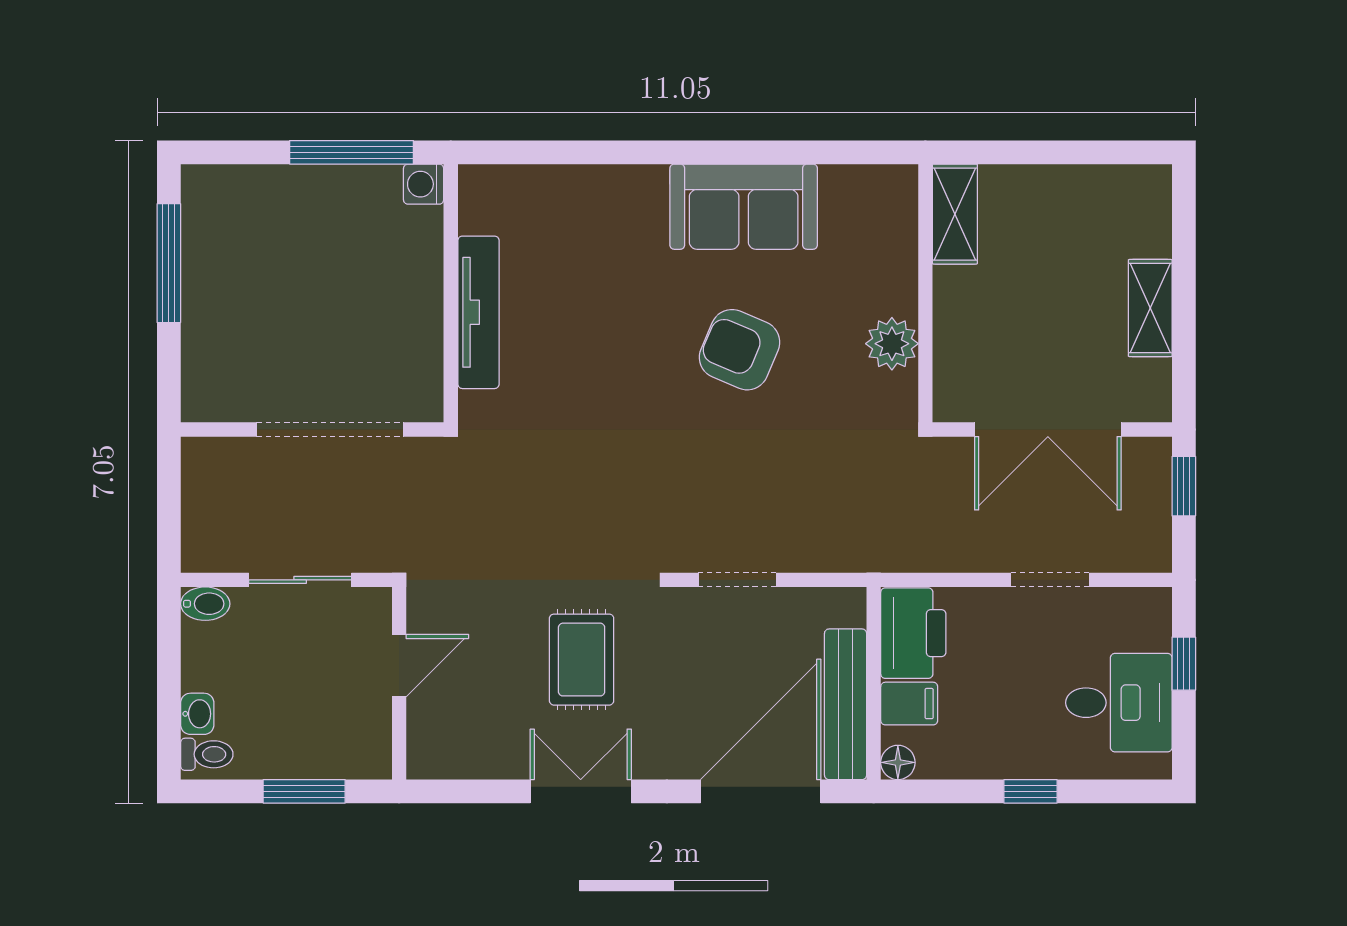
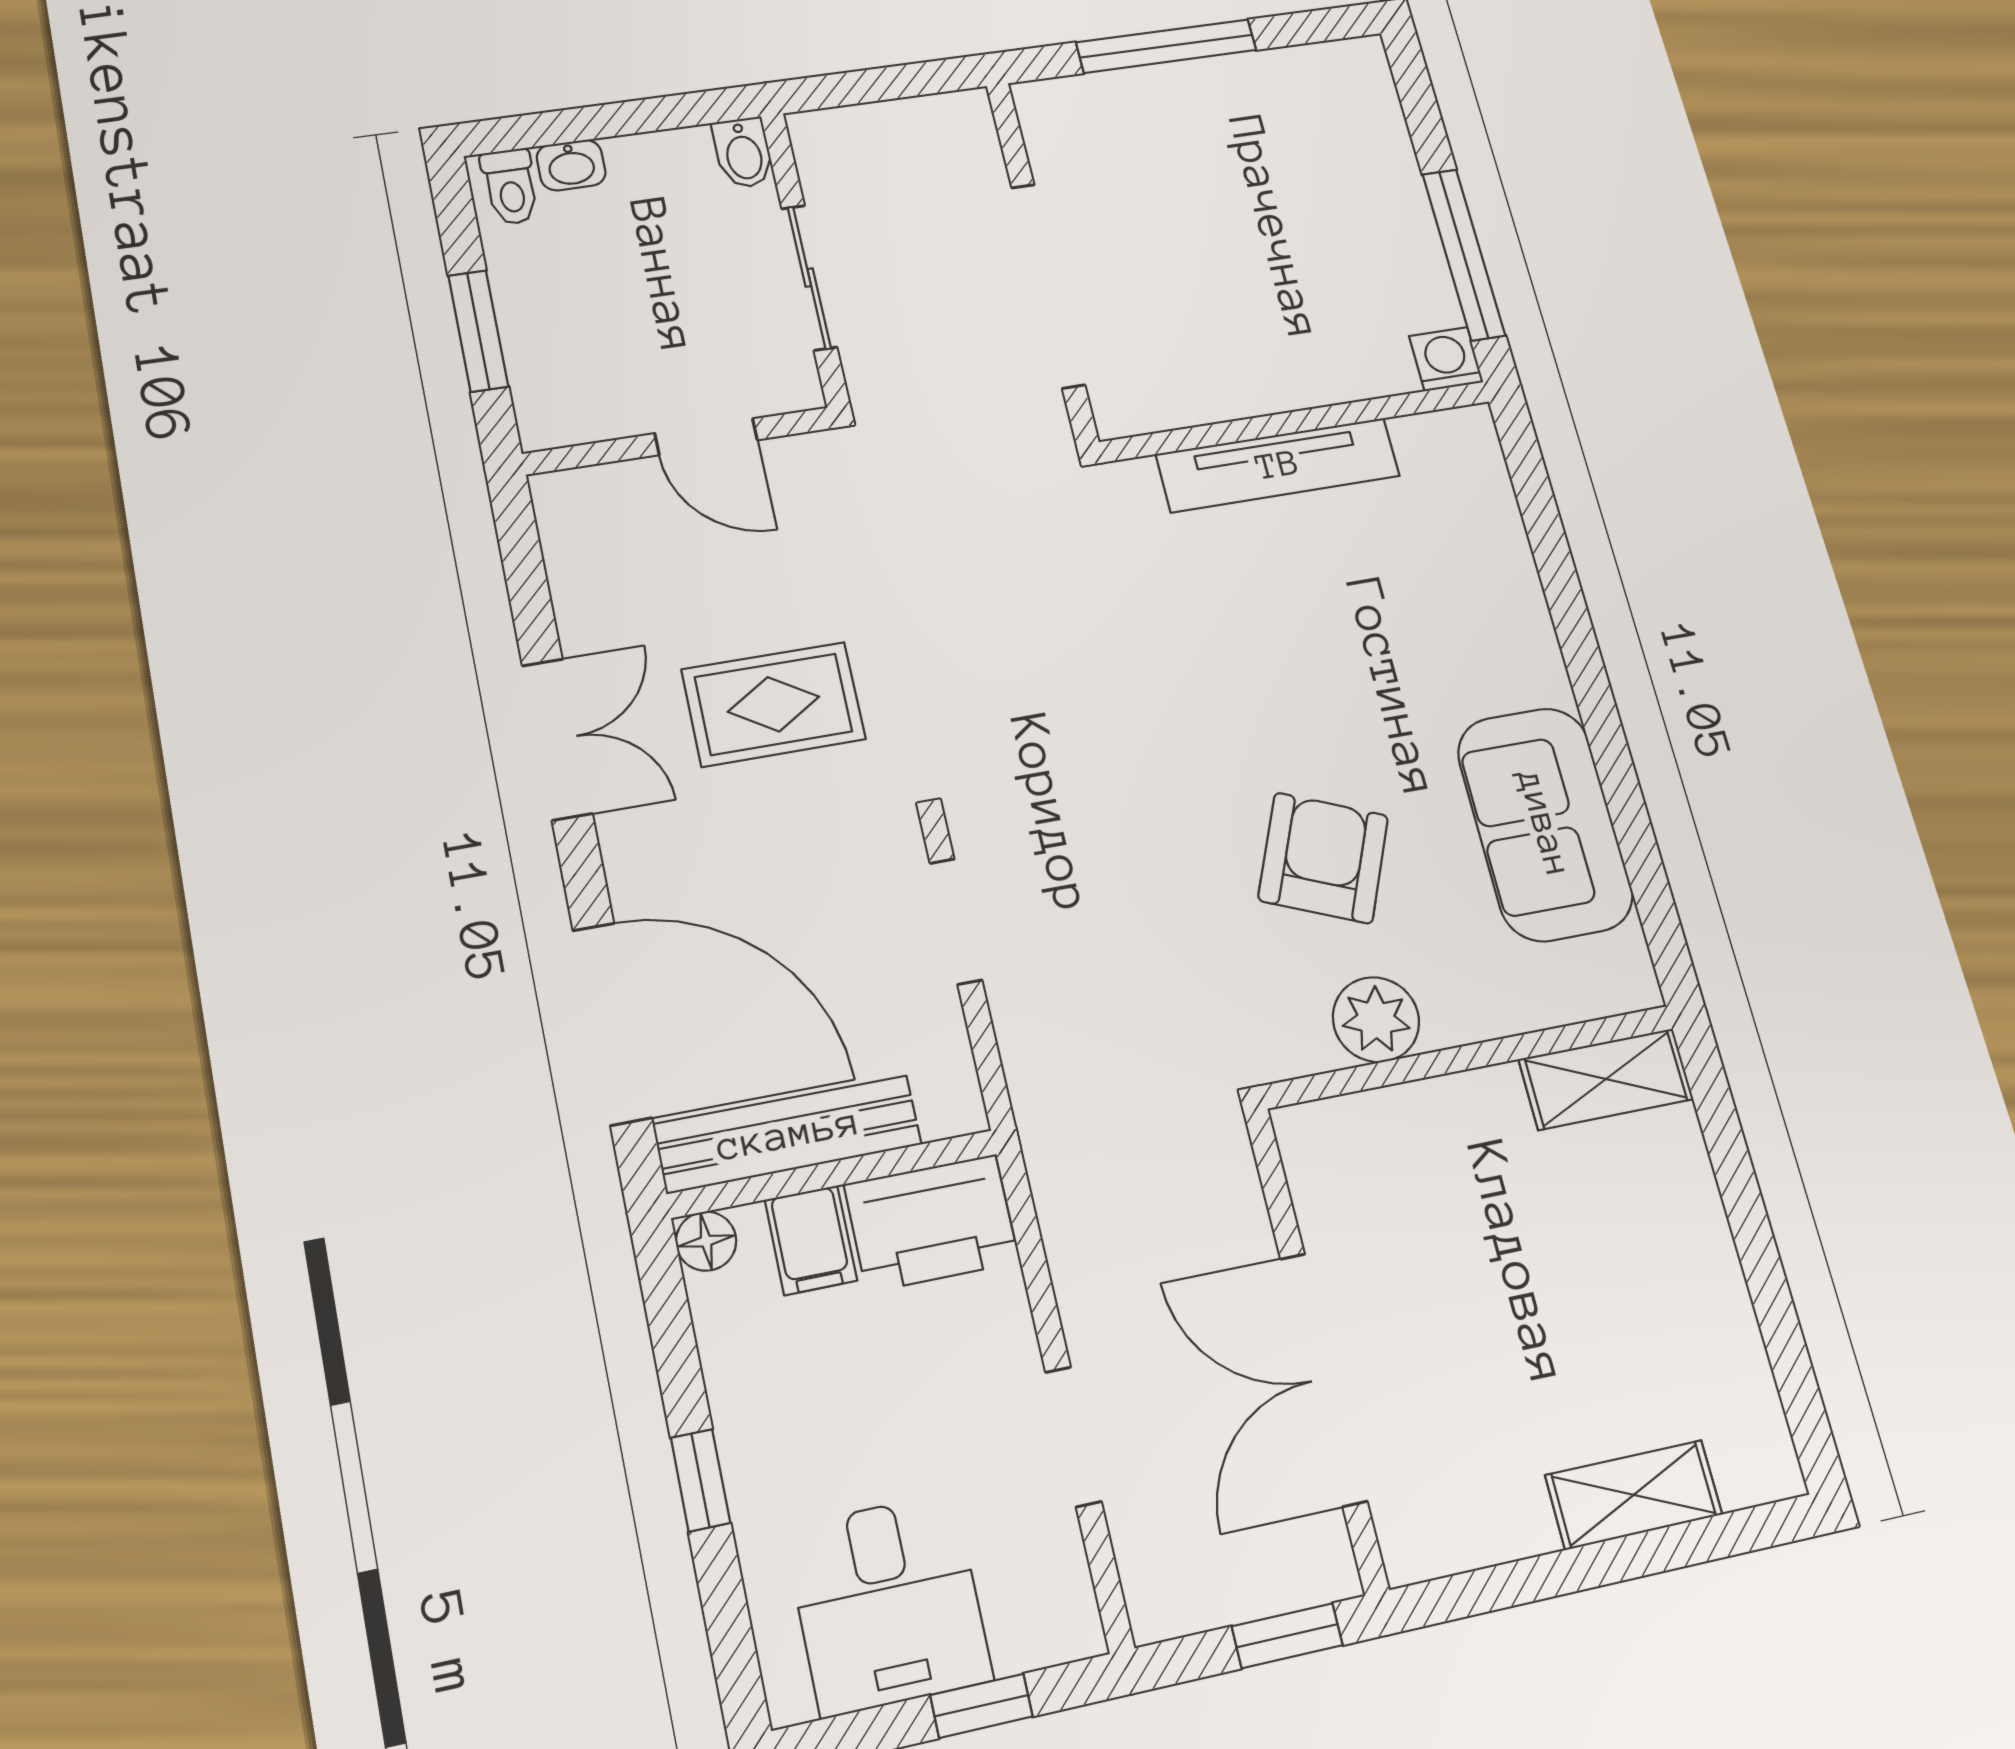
shelving: (955, 214) -> (1606, 1079), moved
window: (169, 263) -> (1166, 46), moved
wall: (925, 293) -> (1469, 1057), moved
shelving: (1150, 308) -> (1634, 1495), moved
plant: (892, 344) -> (1376, 1020), moved

